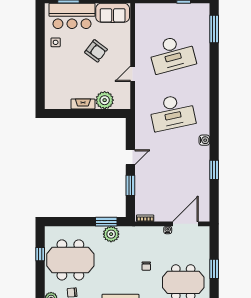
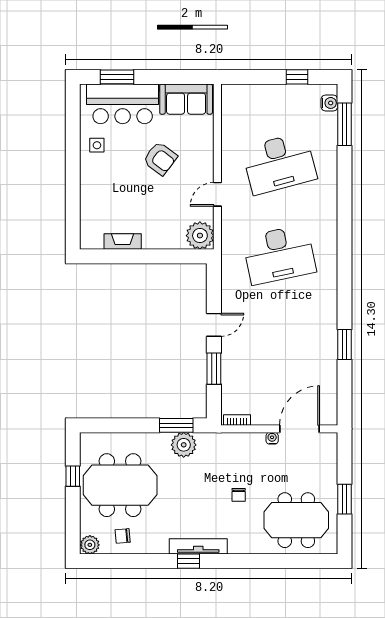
plant: (105, 100) -> (200, 236), moved
fireplace: (83, 104) -> (123, 241), moved
water cooler: (204, 140) -> (329, 103), moved

